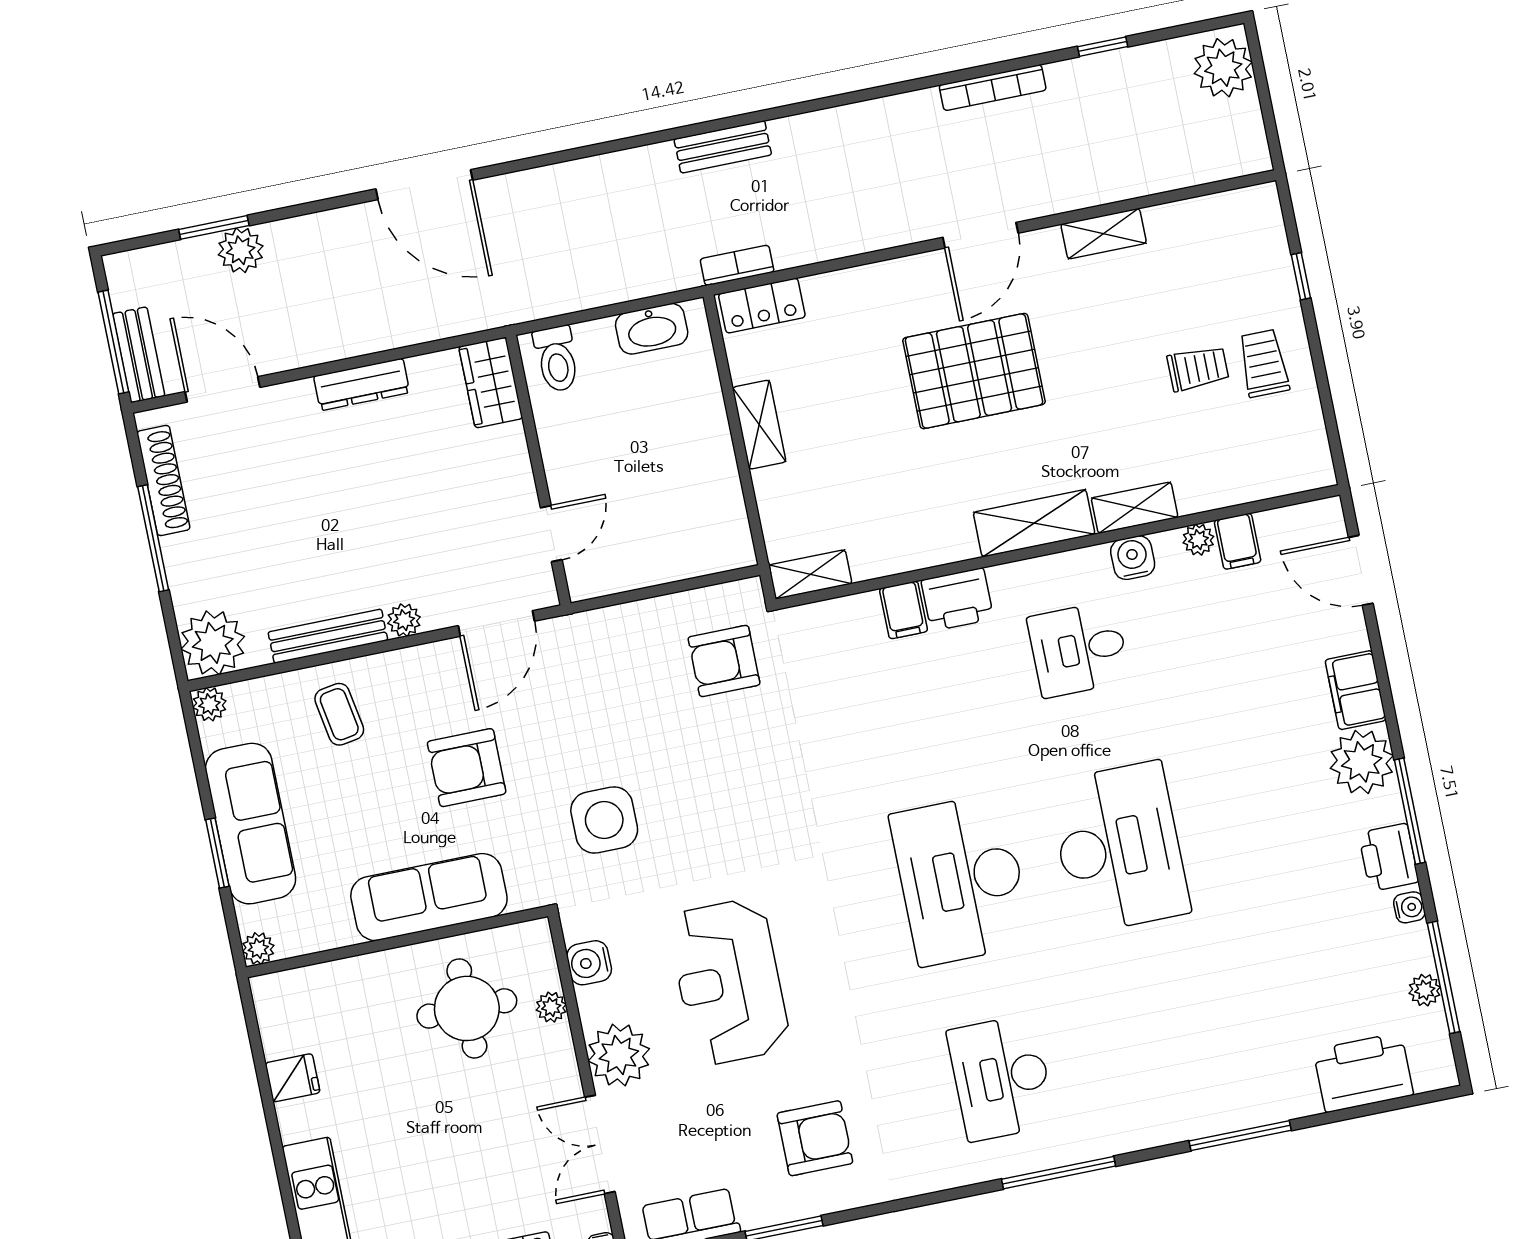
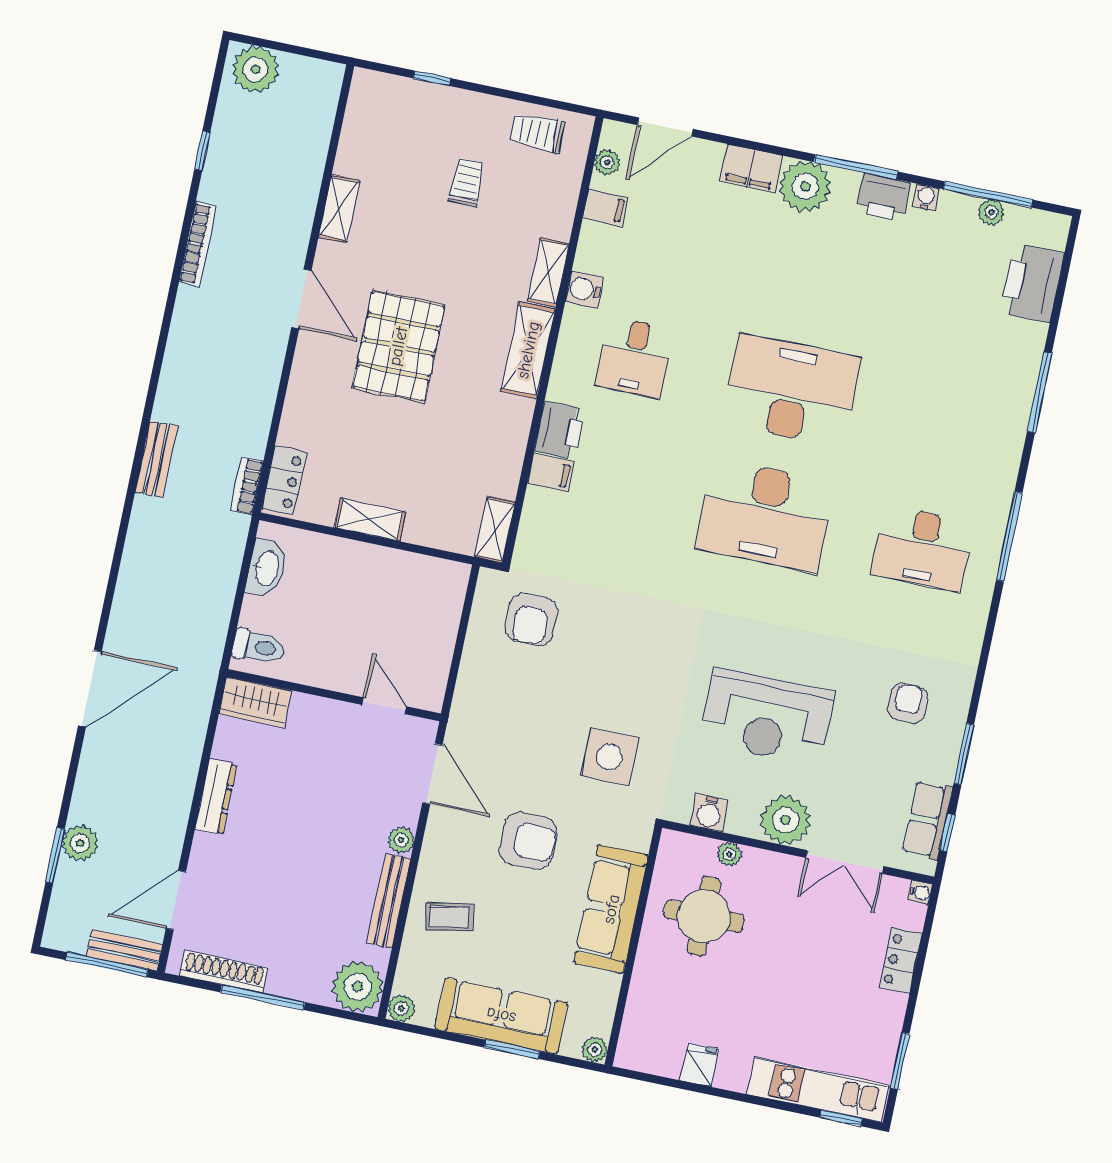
trolley: (1264, 363) -> (537, 133), moved
plant: (1198, 540) -> (607, 162), moved
armchair: (467, 768) -> (528, 841), turned -90
armchair: (815, 1138) -> (908, 703), width x0.72, depth x0.72

